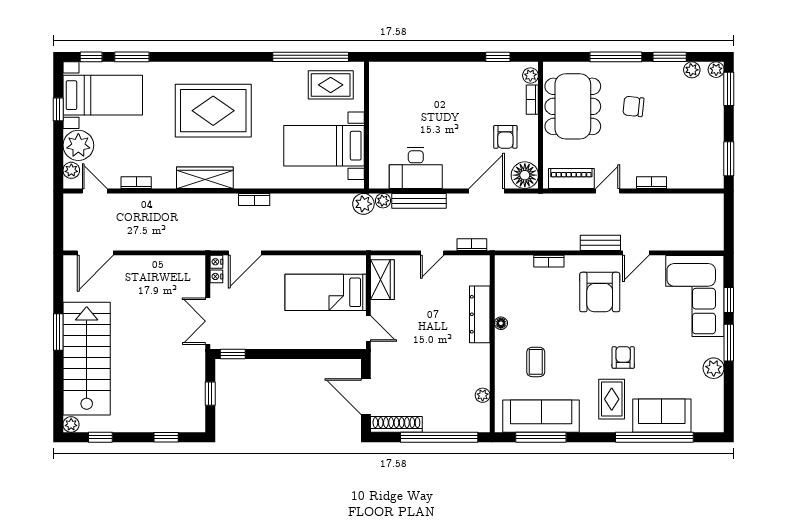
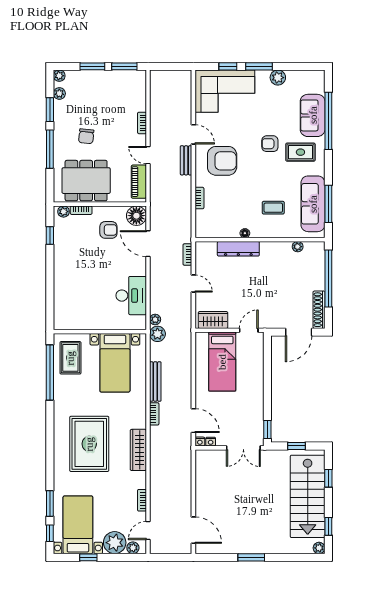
window: (729, 89) -> (92, 66), moved
bench: (419, 201) -> (155, 382), moved
stairs: (87, 359) -> (308, 496), moved, turned -90

